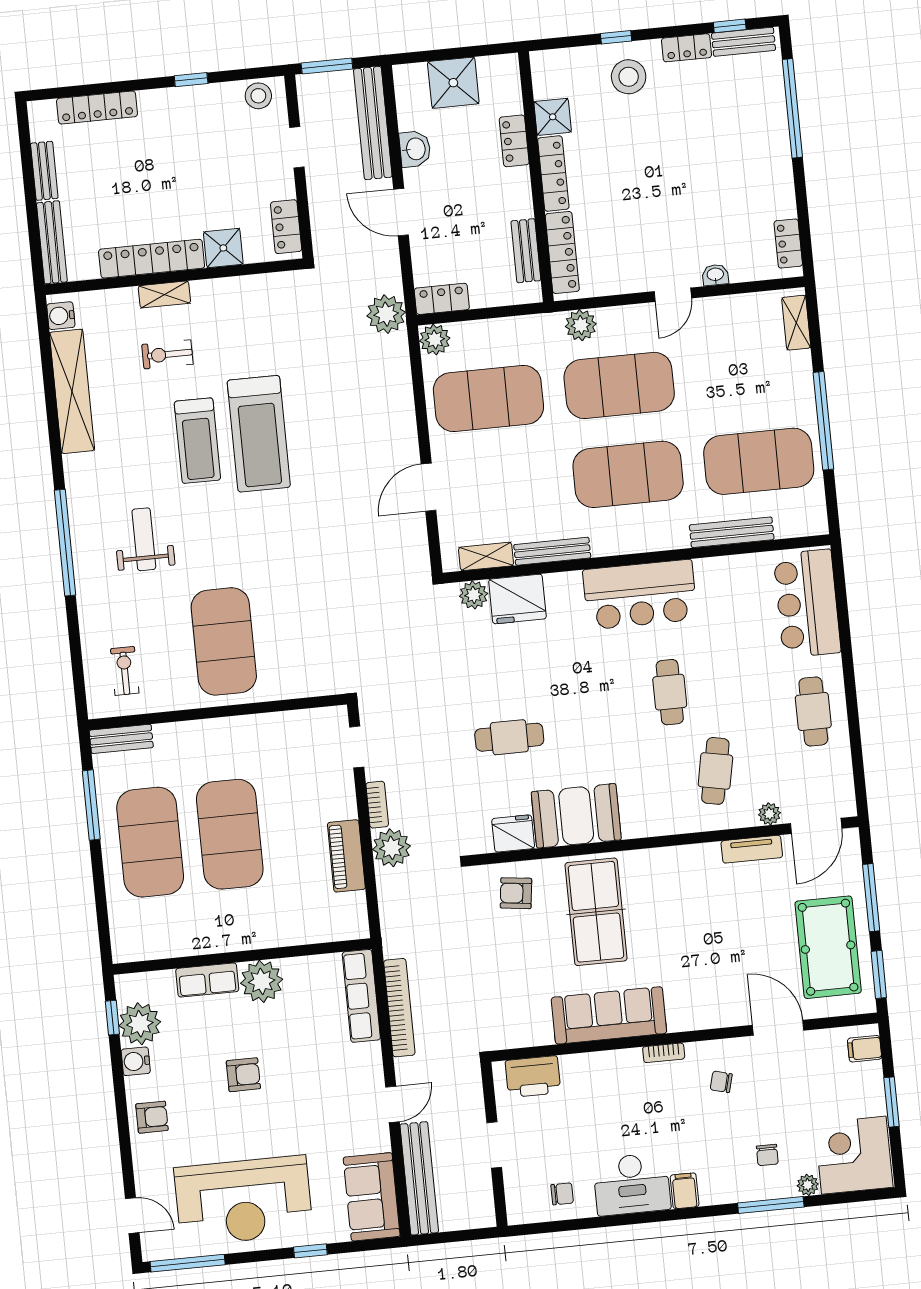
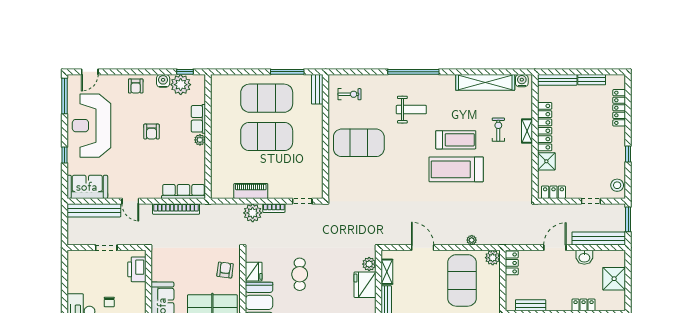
plant: (386, 314) -> (472, 240), moved, width x0.53, depth x0.53
treadmill: (197, 441) -> (456, 140), turned 180
plant: (262, 981) -> (200, 140), width x0.53, depth x0.53
chair: (562, 1194) -> (109, 302), moved

